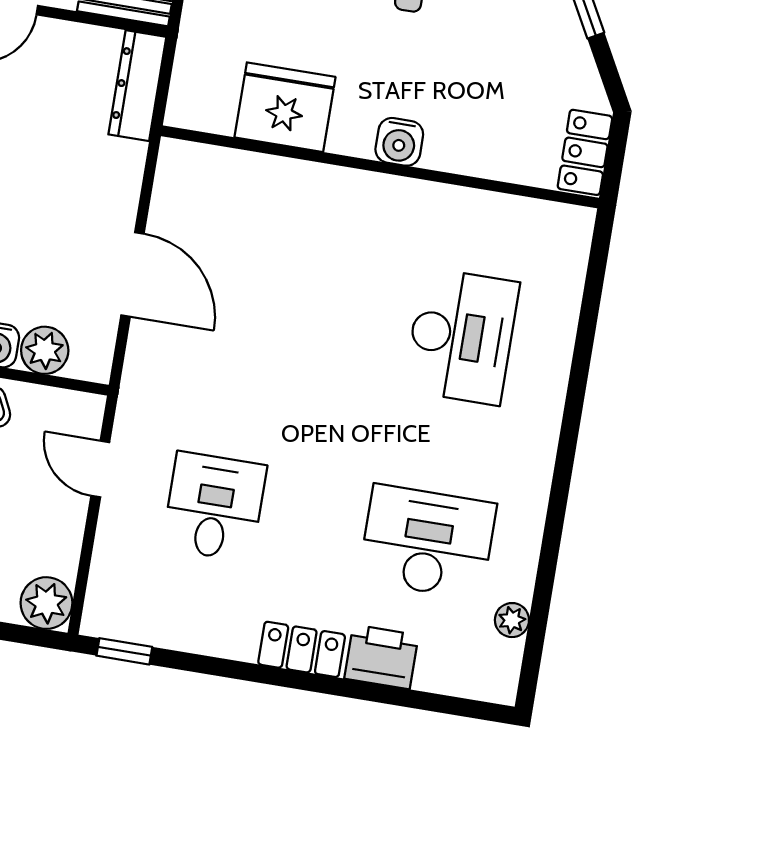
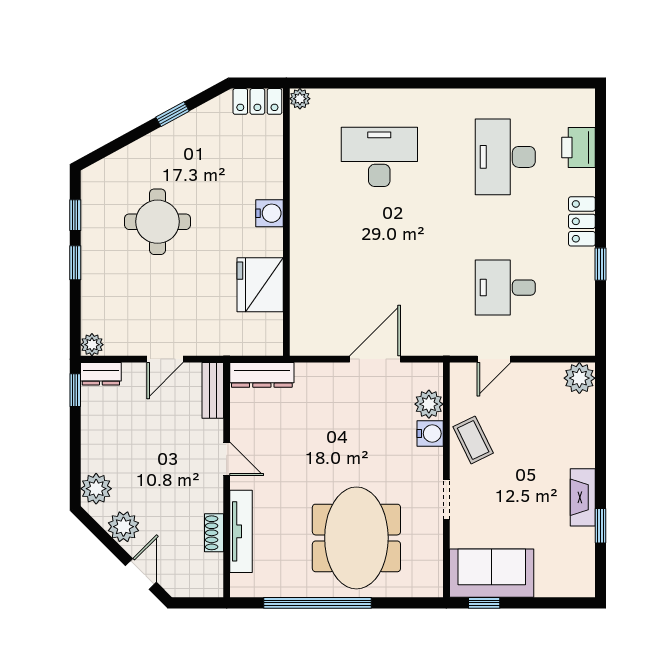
plant: (512, 620) -> (300, 99), moved
window: (124, 651) -> (600, 264), moved
printer: (381, 657) -> (578, 148), moved

